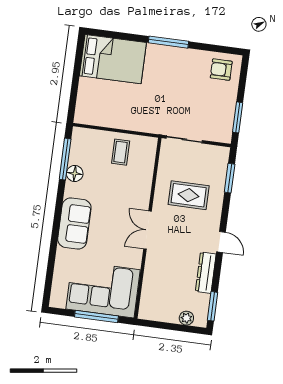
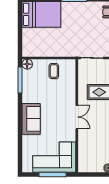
floor lamp: (75, 173) -> (27, 64), moved
double door: (147, 230) -> (77, 117), swing flipped

